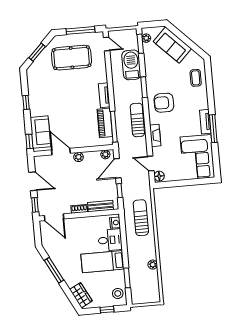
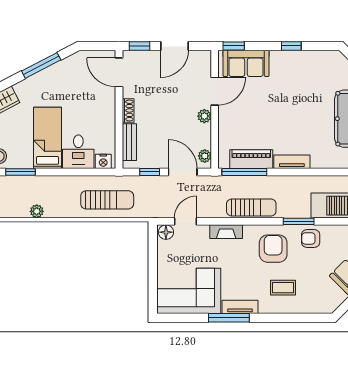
armchair: (155, 78) -> (311, 238), added
coffee table: (196, 78) -> (283, 288), moved
door: (54, 217) -> (119, 72), hinge flipped

